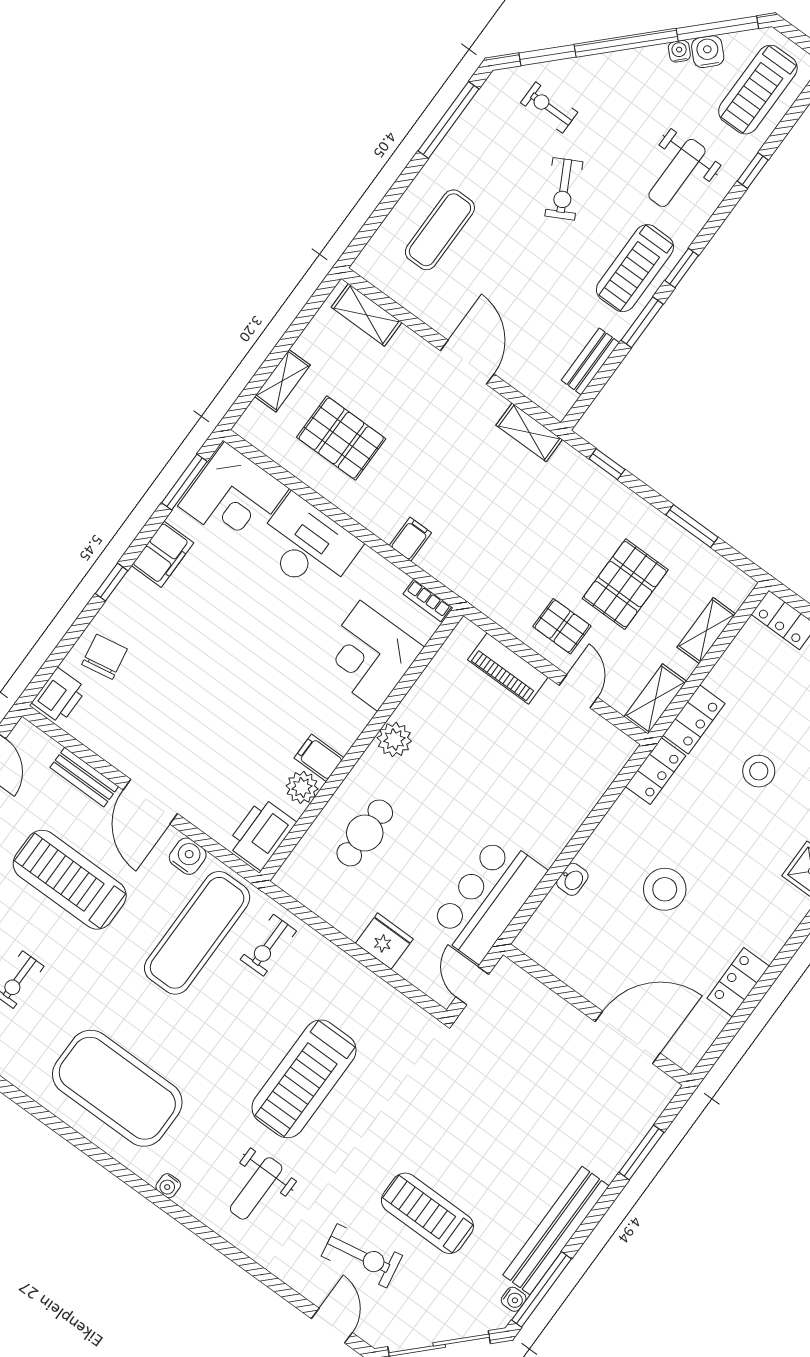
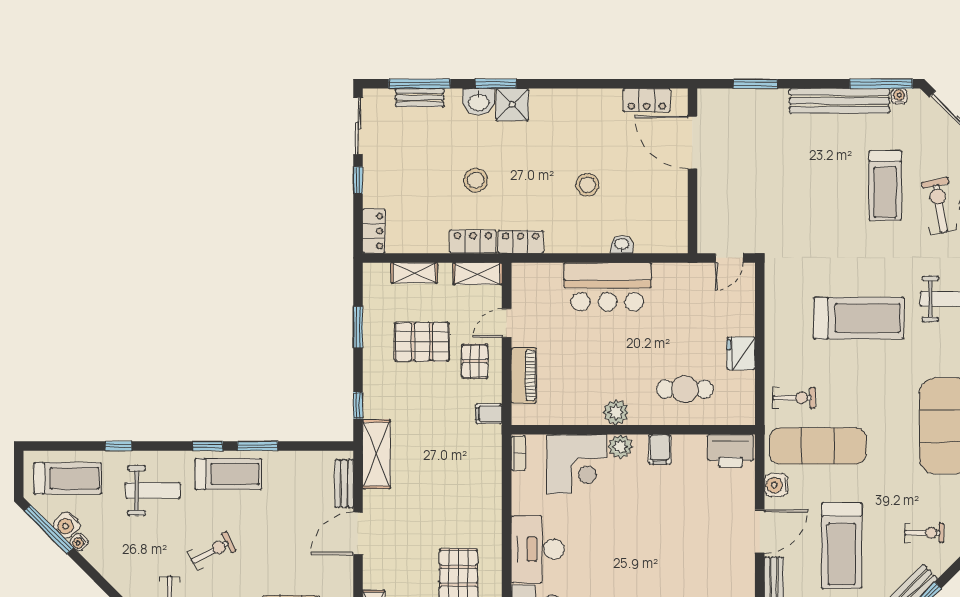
bench: (590, 361) -> (344, 484), moved, turned 90
shelving: (529, 432) -> (376, 454), width x1.50, depth x1.33
filing cabinet: (410, 539) -> (489, 414), moved
plant: (302, 787) -> (620, 447), moved
stool: (665, 889) -> (587, 185), width x0.73, depth x0.73
bar counter: (488, 899) -> (607, 287), moved
fridge: (384, 941) -> (741, 353), moved
locker: (738, 982) -> (647, 100), moved

